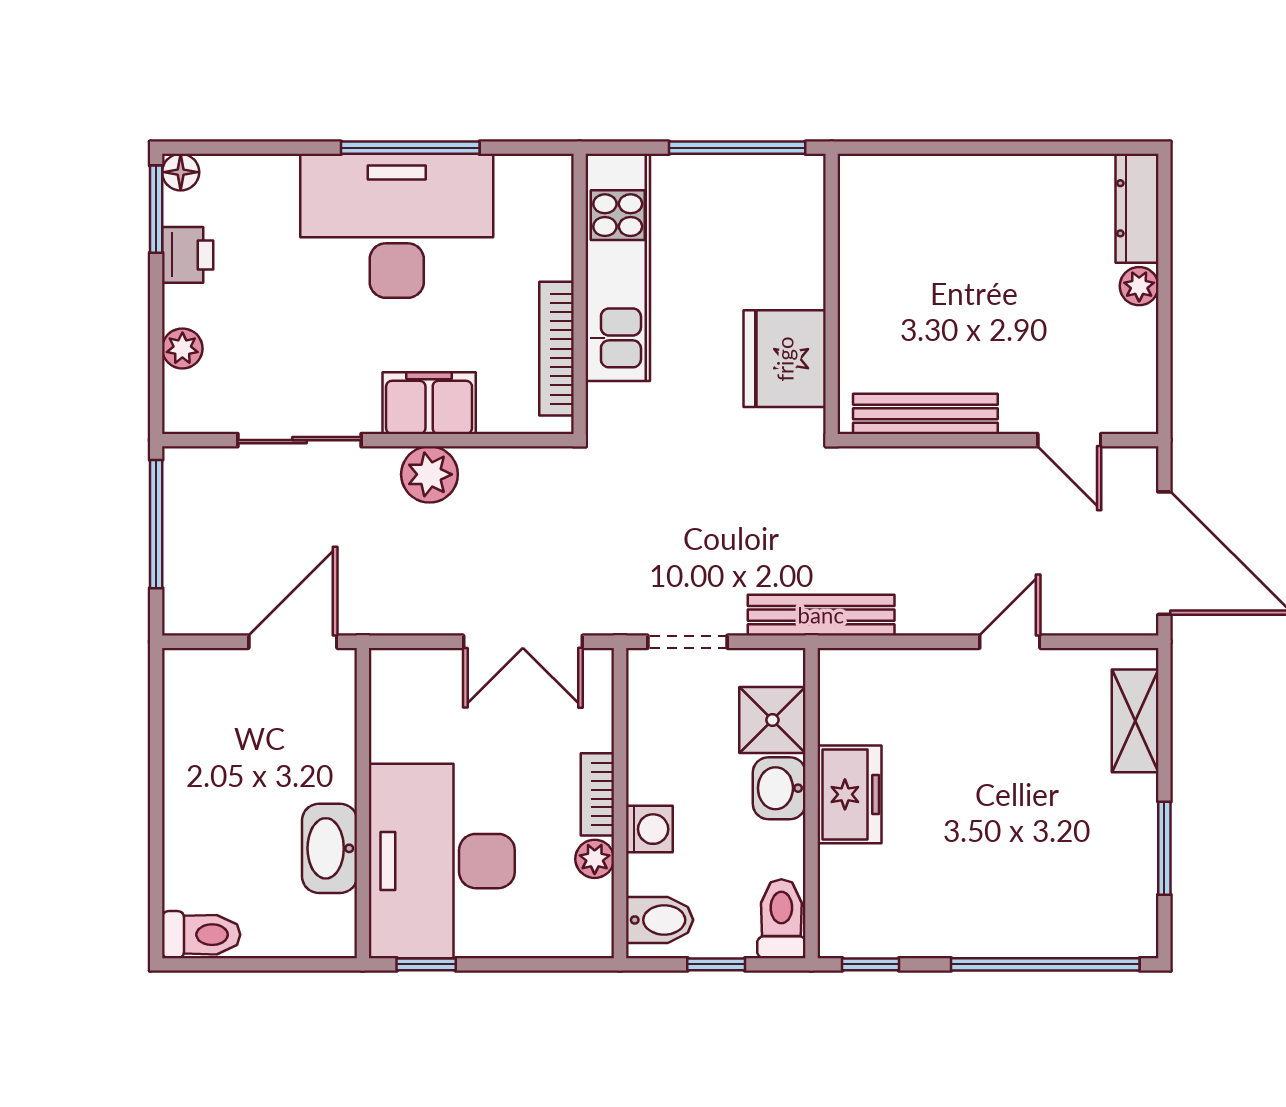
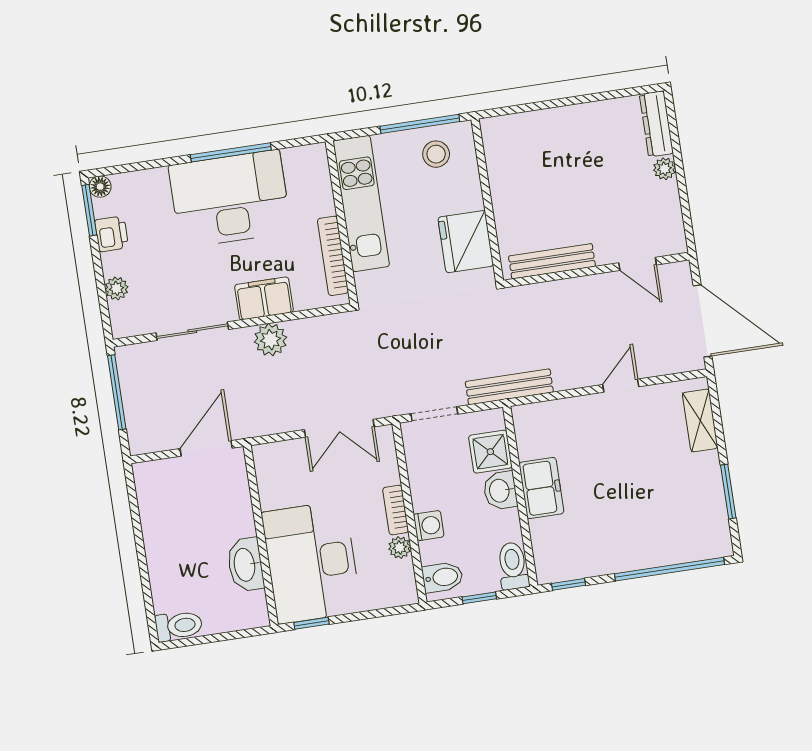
stool: (757, 203) -> (436, 154), added

